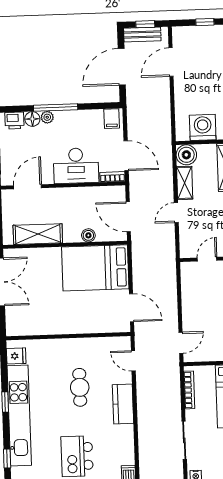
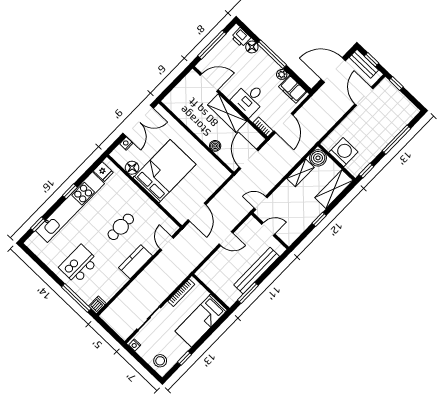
window: (205, 22) -> (396, 84), moved
door: (171, 62) -> (364, 96), hinge flipped
plant: (47, 117) -> (282, 74), moved
filing cabinet: (112, 119) -> (293, 89), width x2.00
desk: (76, 166) -> (249, 99), width x0.73
door: (176, 213) -> (261, 203), moved
shelving: (38, 234) -> (227, 113), moved
bed: (95, 268) -> (165, 171), moved, turned 90
nightstand: (11, 312) -> (126, 144), added
floor lamp: (37, 327) -> (132, 168), added
door: (181, 343) -> (226, 239), moved

